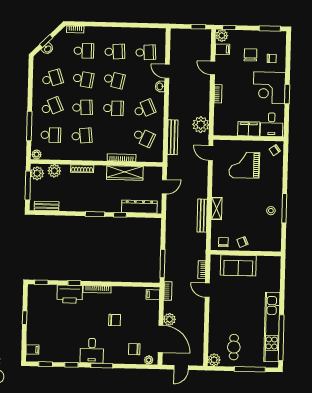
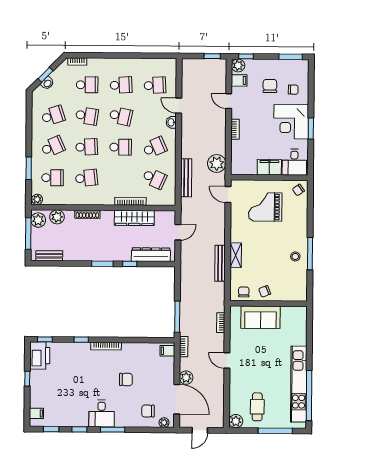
window: (29, 126) -> (29, 168), width x0.69
door: (207, 290) -> (227, 361), moved
printer: (70, 294) -> (40, 356), moved, turned -90

